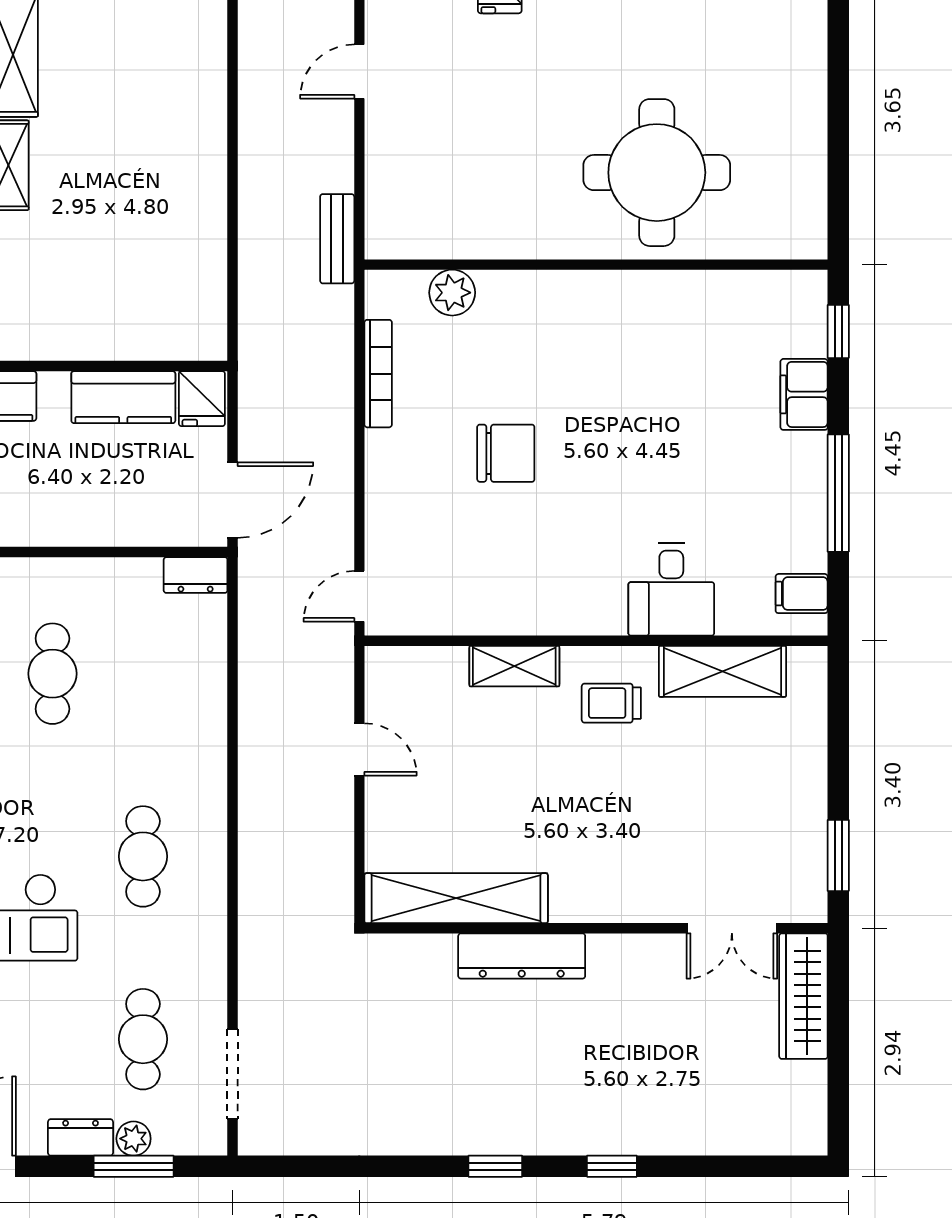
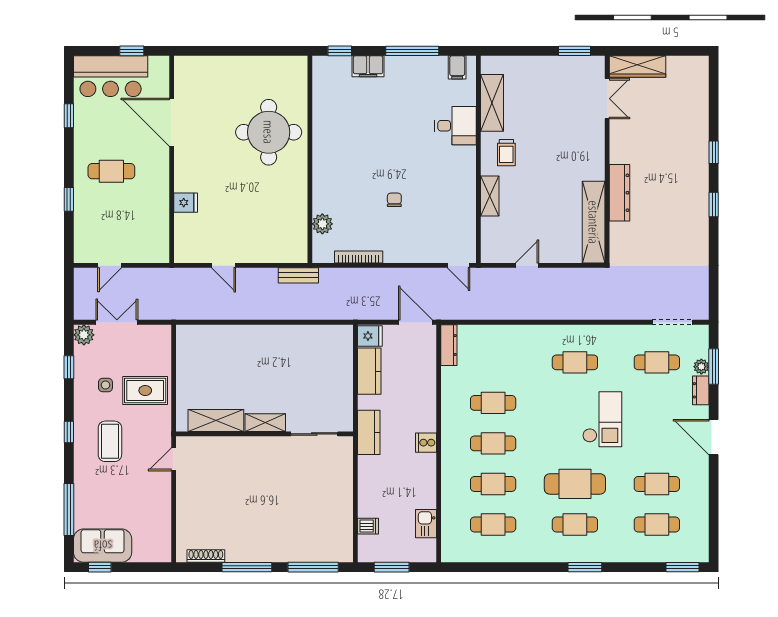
chair: (506, 453) -> (394, 200), width x0.54, depth x0.54
dresser: (196, 575) -> (449, 345), width x1.44

